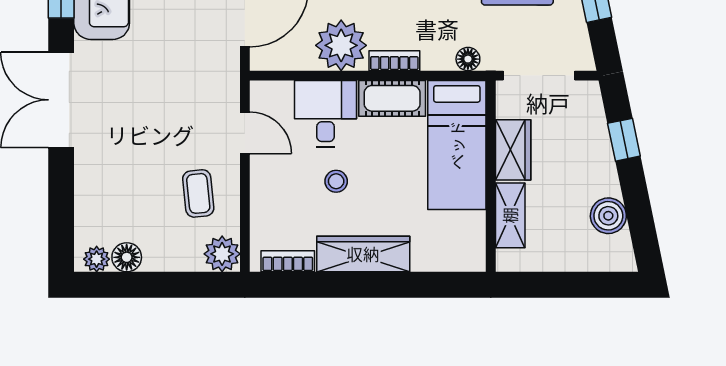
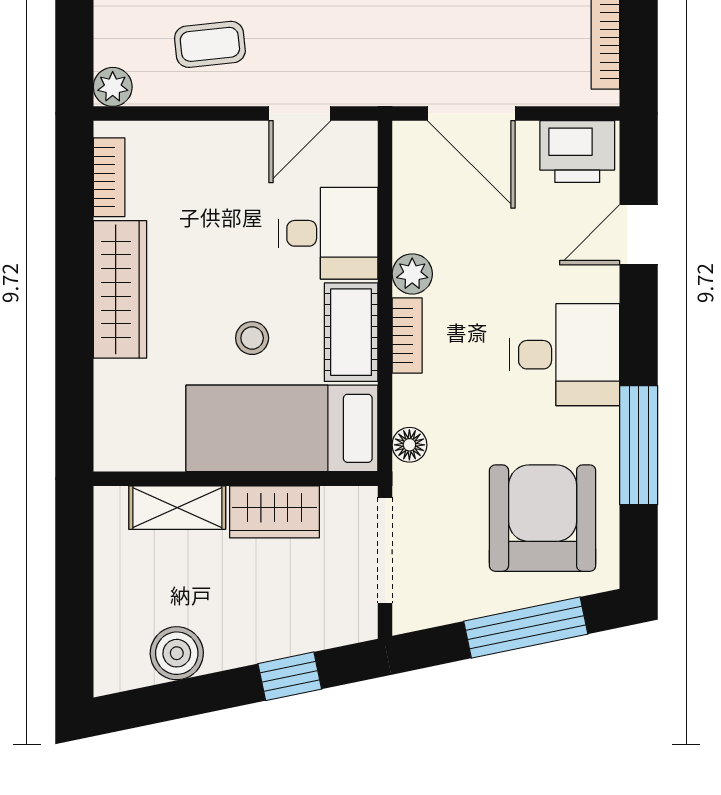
plant: (341, 45) -> (412, 274), width x0.53, depth x0.53
stool: (336, 181) -> (252, 338), moved
plant: (222, 254) -> (113, 87), width x0.73, depth x0.73

